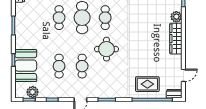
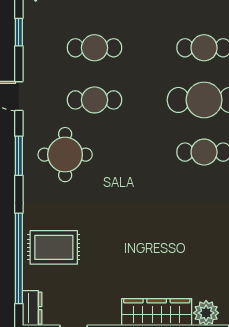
round table: (106, 49) -> (65, 155), moved
rug: (147, 84) -> (54, 247), turned 90

